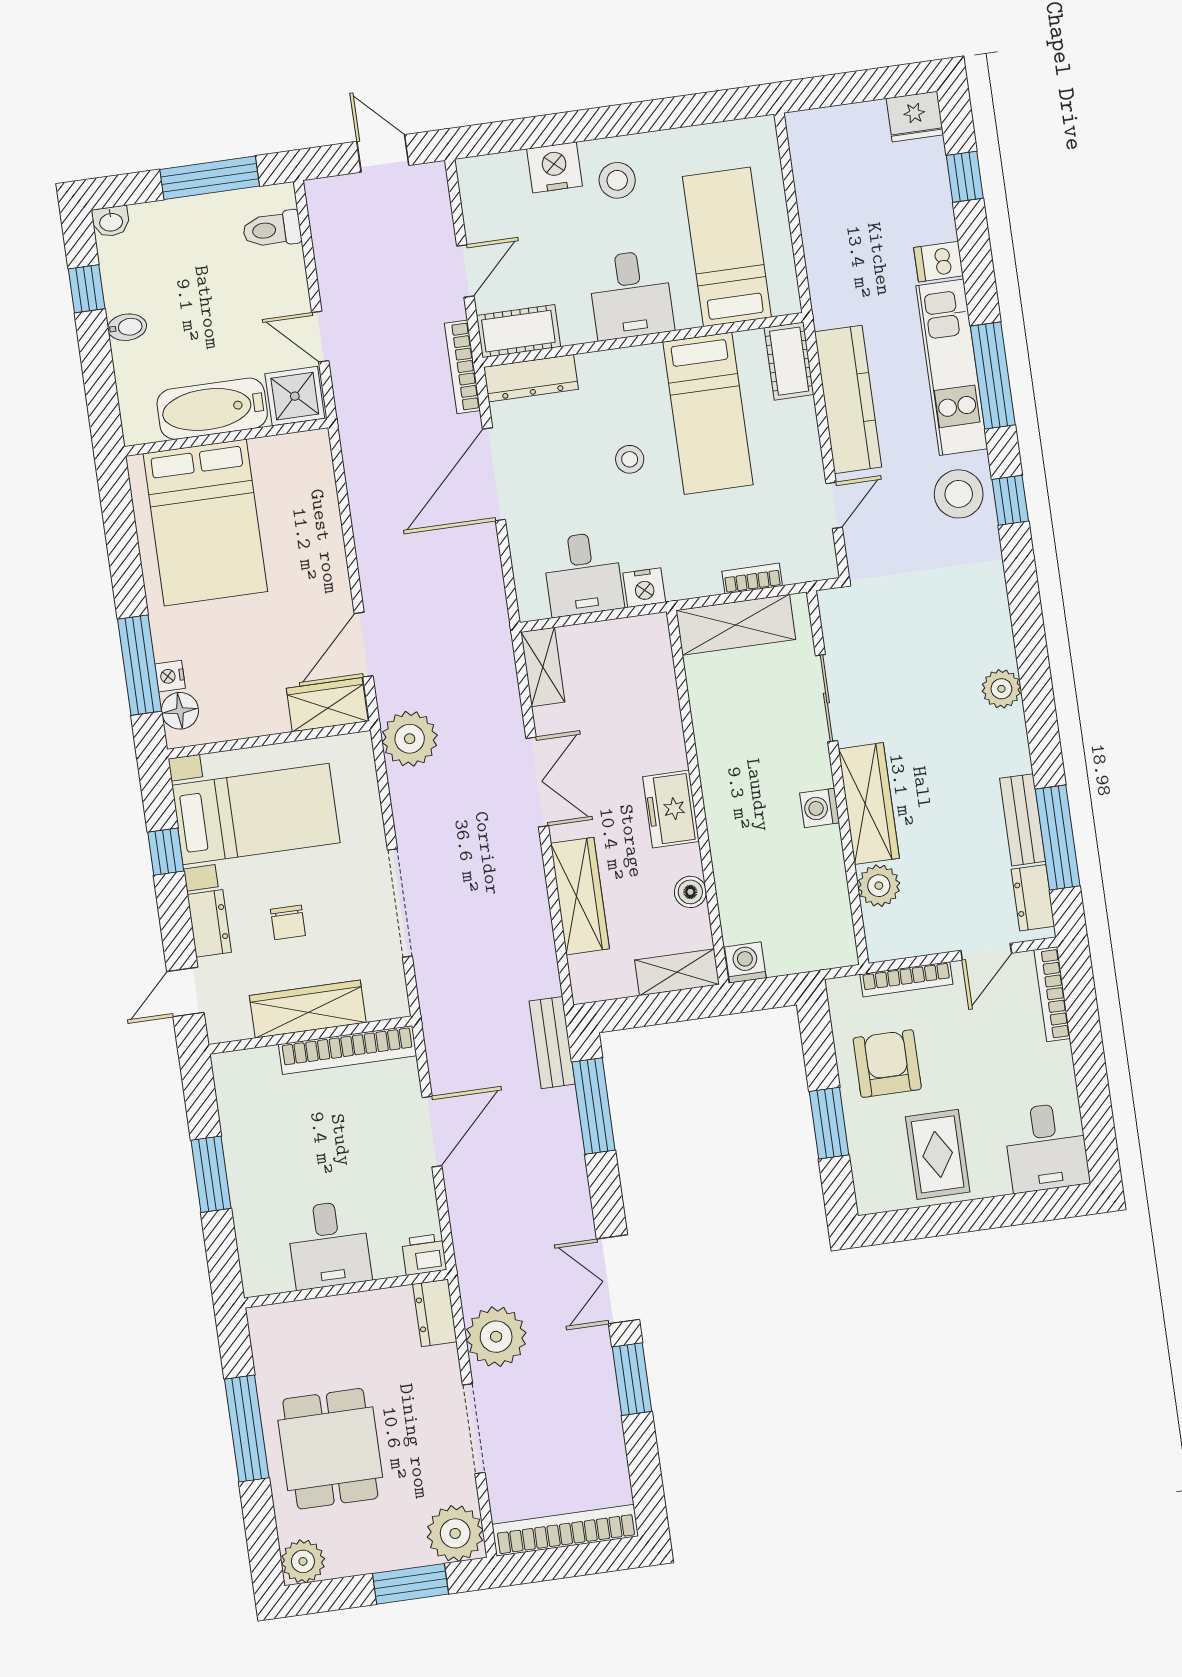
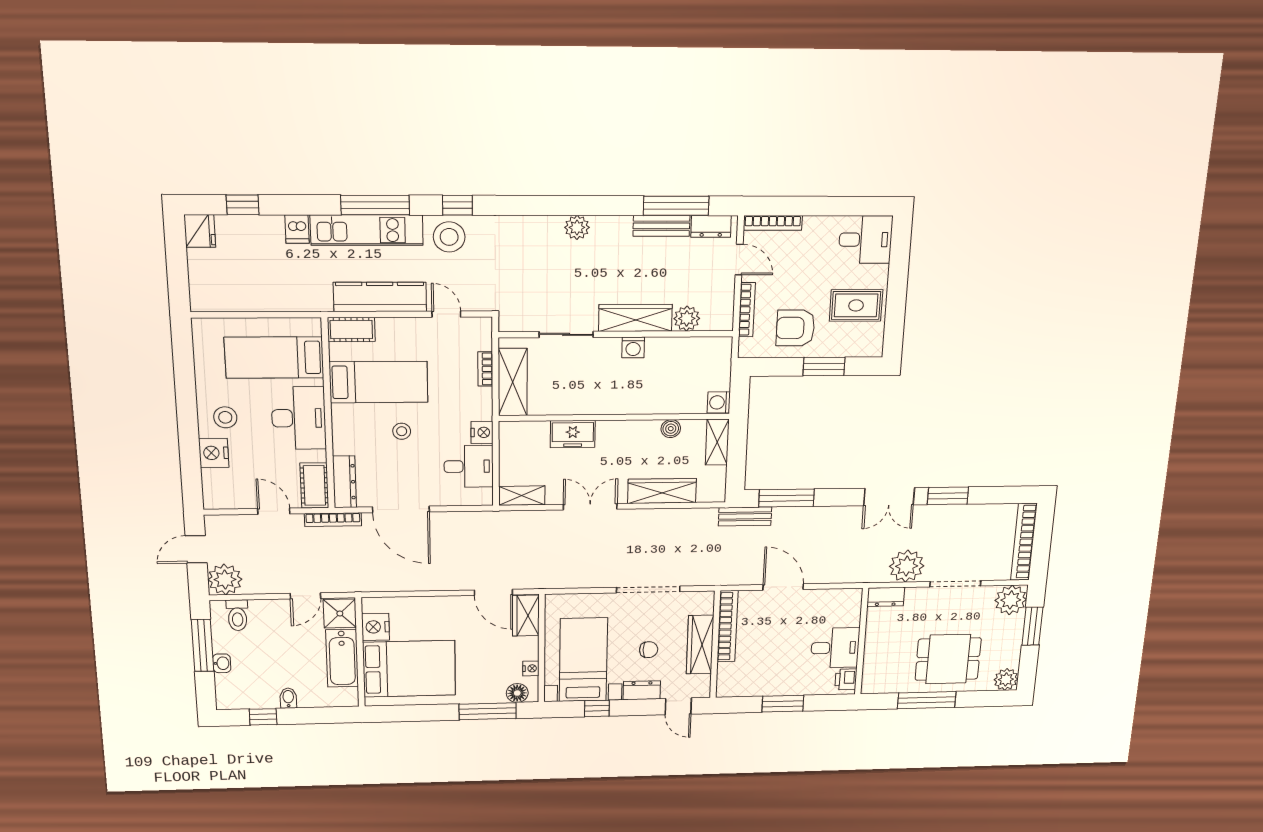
washbasin: (111, 221) -> (222, 663), moved
desk: (631, 295) -> (299, 418), width x1.37
nightstand: (277, 457) -> (375, 627), added
nightstand: (170, 676) -> (531, 668), moved, turned -90
plant: (410, 739) -> (225, 579), moved
freezer: (671, 809) -> (573, 434), moved
printer: (424, 1254) -> (846, 679), moved

